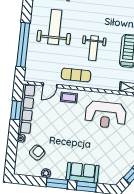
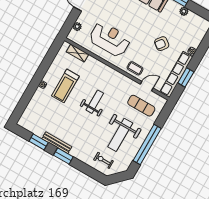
window: (23, 45) -> (147, 145), moved
exercise mat: (76, 75) -> (141, 106), moved
armchair: (37, 153) -> (162, 44), moved

